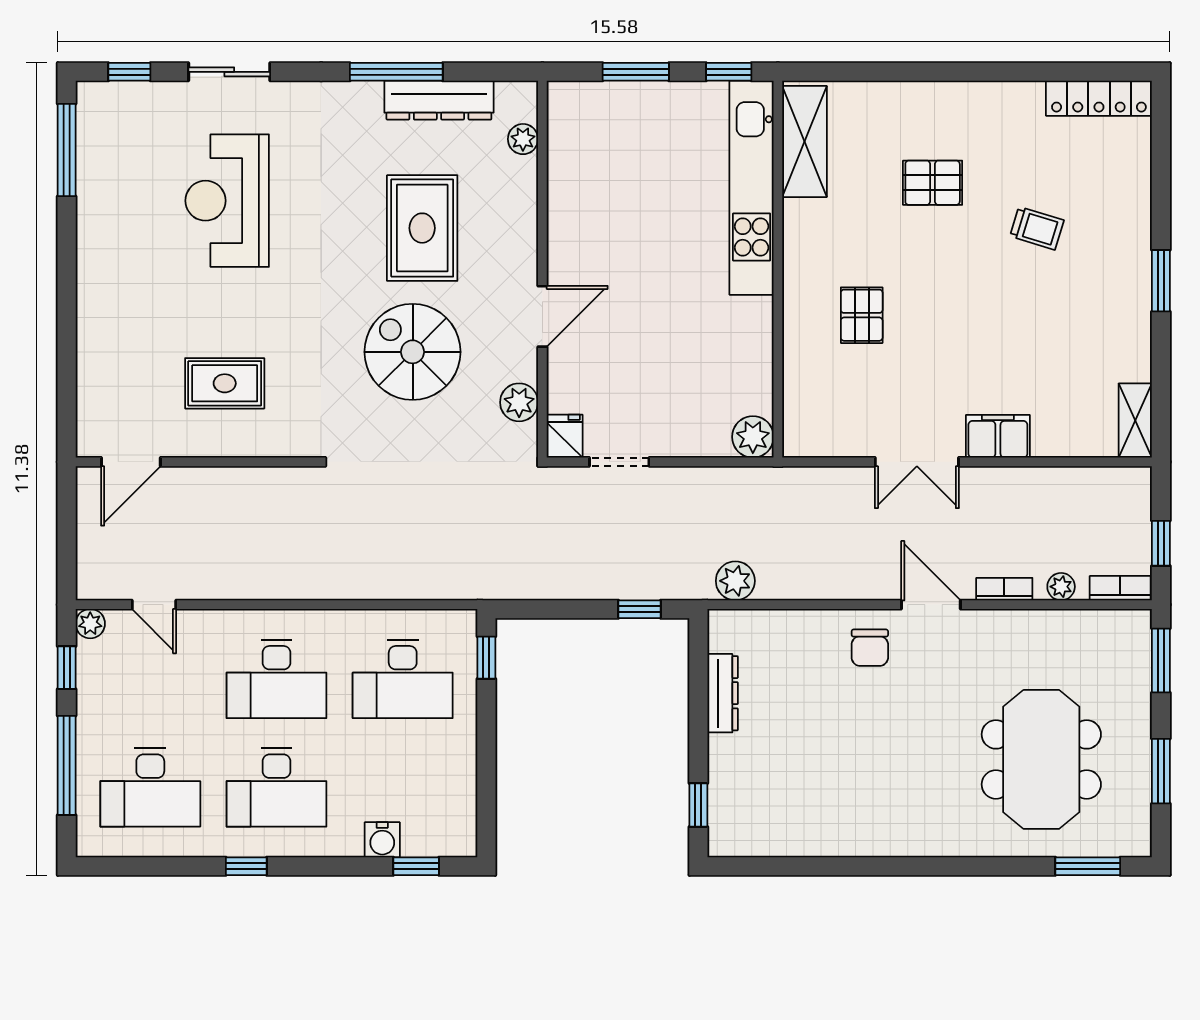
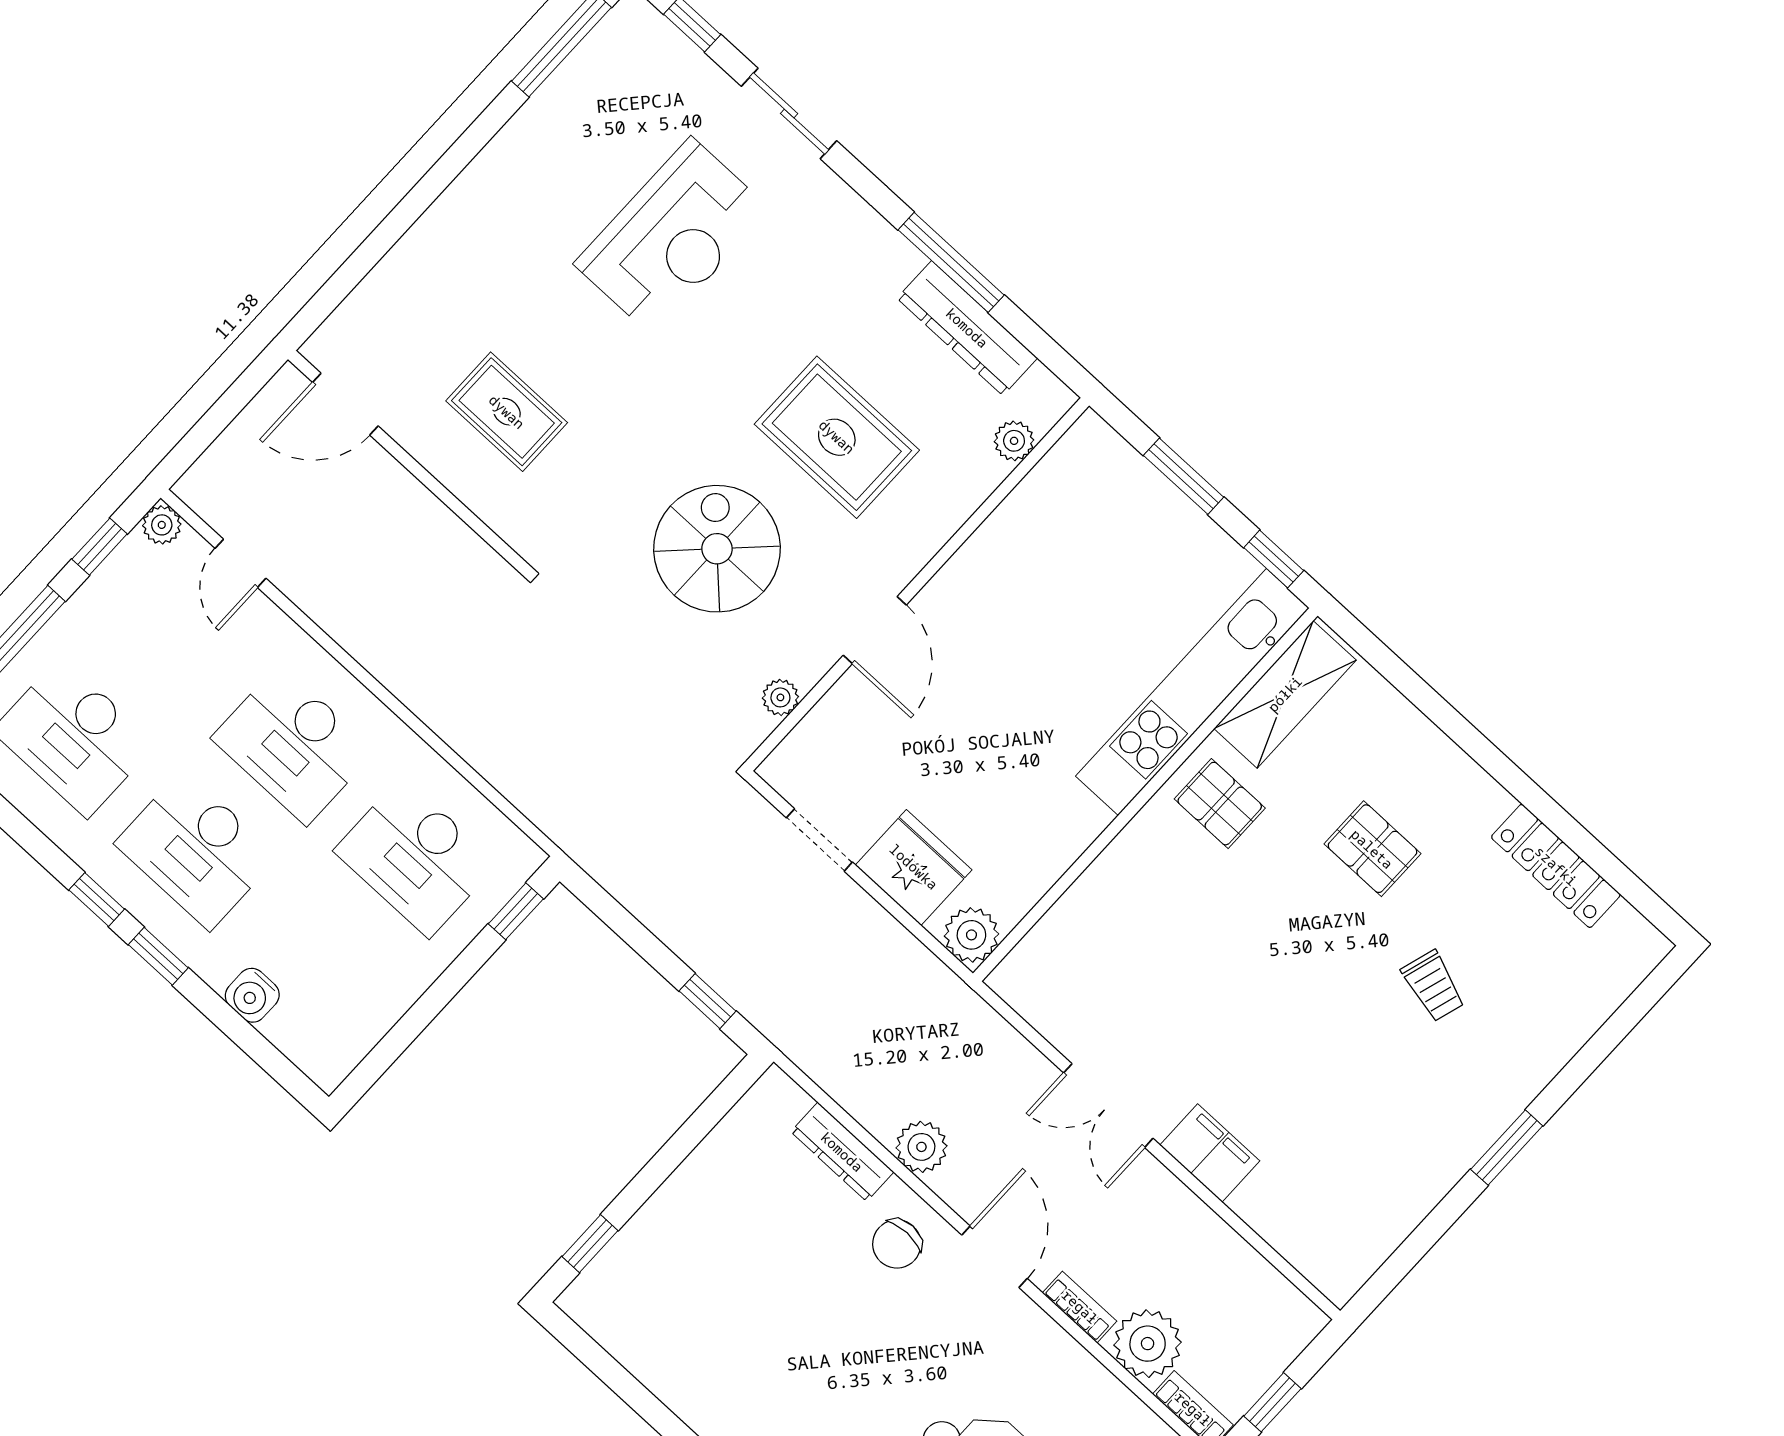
locker: (1099, 98) -> (1556, 866), moved
reception desk: (227, 201) -> (672, 237), turned 180
rug: (422, 228) -> (837, 437), turned 90
pallet: (862, 315) -> (1220, 804), moved, turned 90
door: (542, 316) -> (875, 630), hinge flipped
plant: (519, 402) -> (780, 697), width x0.73, depth x0.73
shelving: (1135, 421) -> (1357, 1260), removed
fridge: (565, 436) -> (914, 867), moved, width x1.88, depth x1.34
plant: (735, 581) -> (921, 1147), moved
plant: (1061, 587) -> (1148, 1344), width x1.88, depth x1.88
dresser: (723, 693) -> (842, 1152), moved, turned 90
window: (416, 866) -> (158, 956), moved

